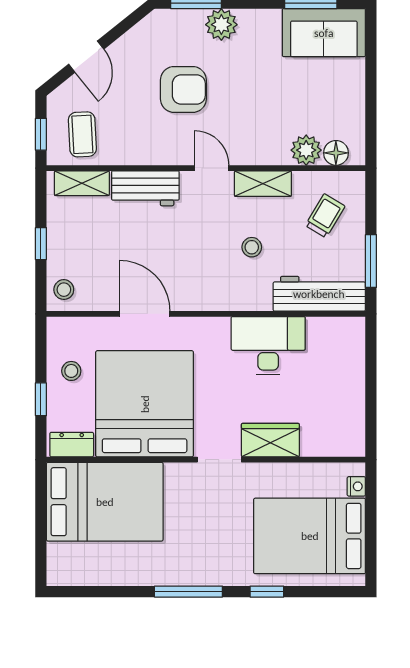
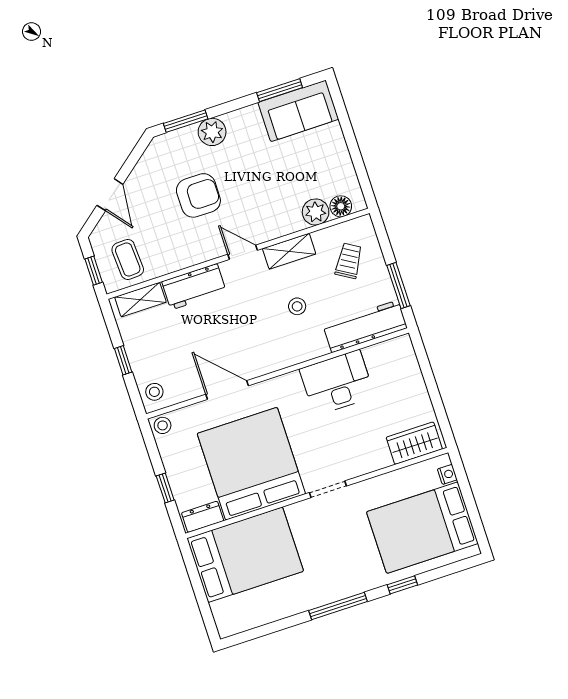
stool: (71, 371) -> (163, 425), moved
wardrobe: (270, 440) -> (414, 443), moved

